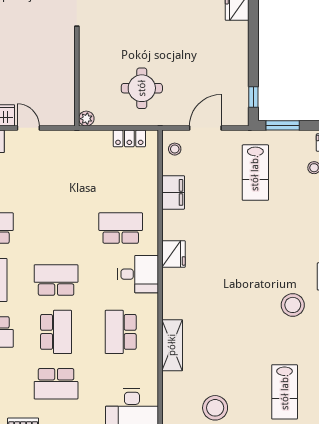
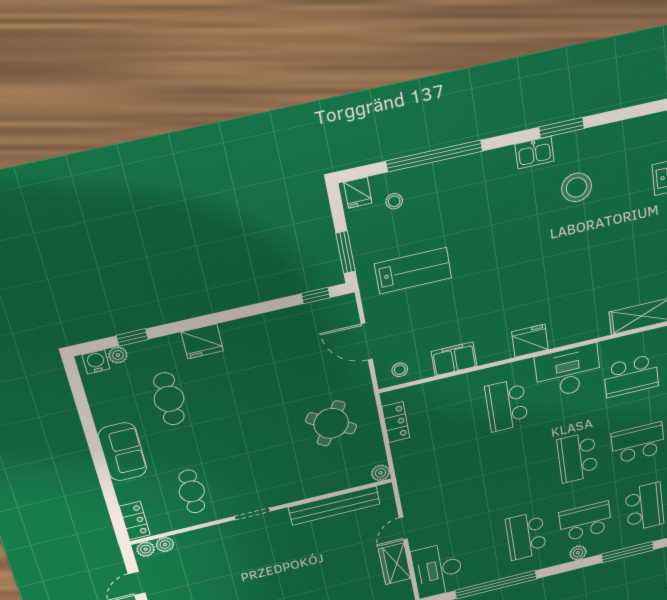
bench: (66, 77) -> (334, 506), added
round table: (142, 88) -> (331, 423), turned 31
desk: (138, 274) -> (568, 372), width x1.37

